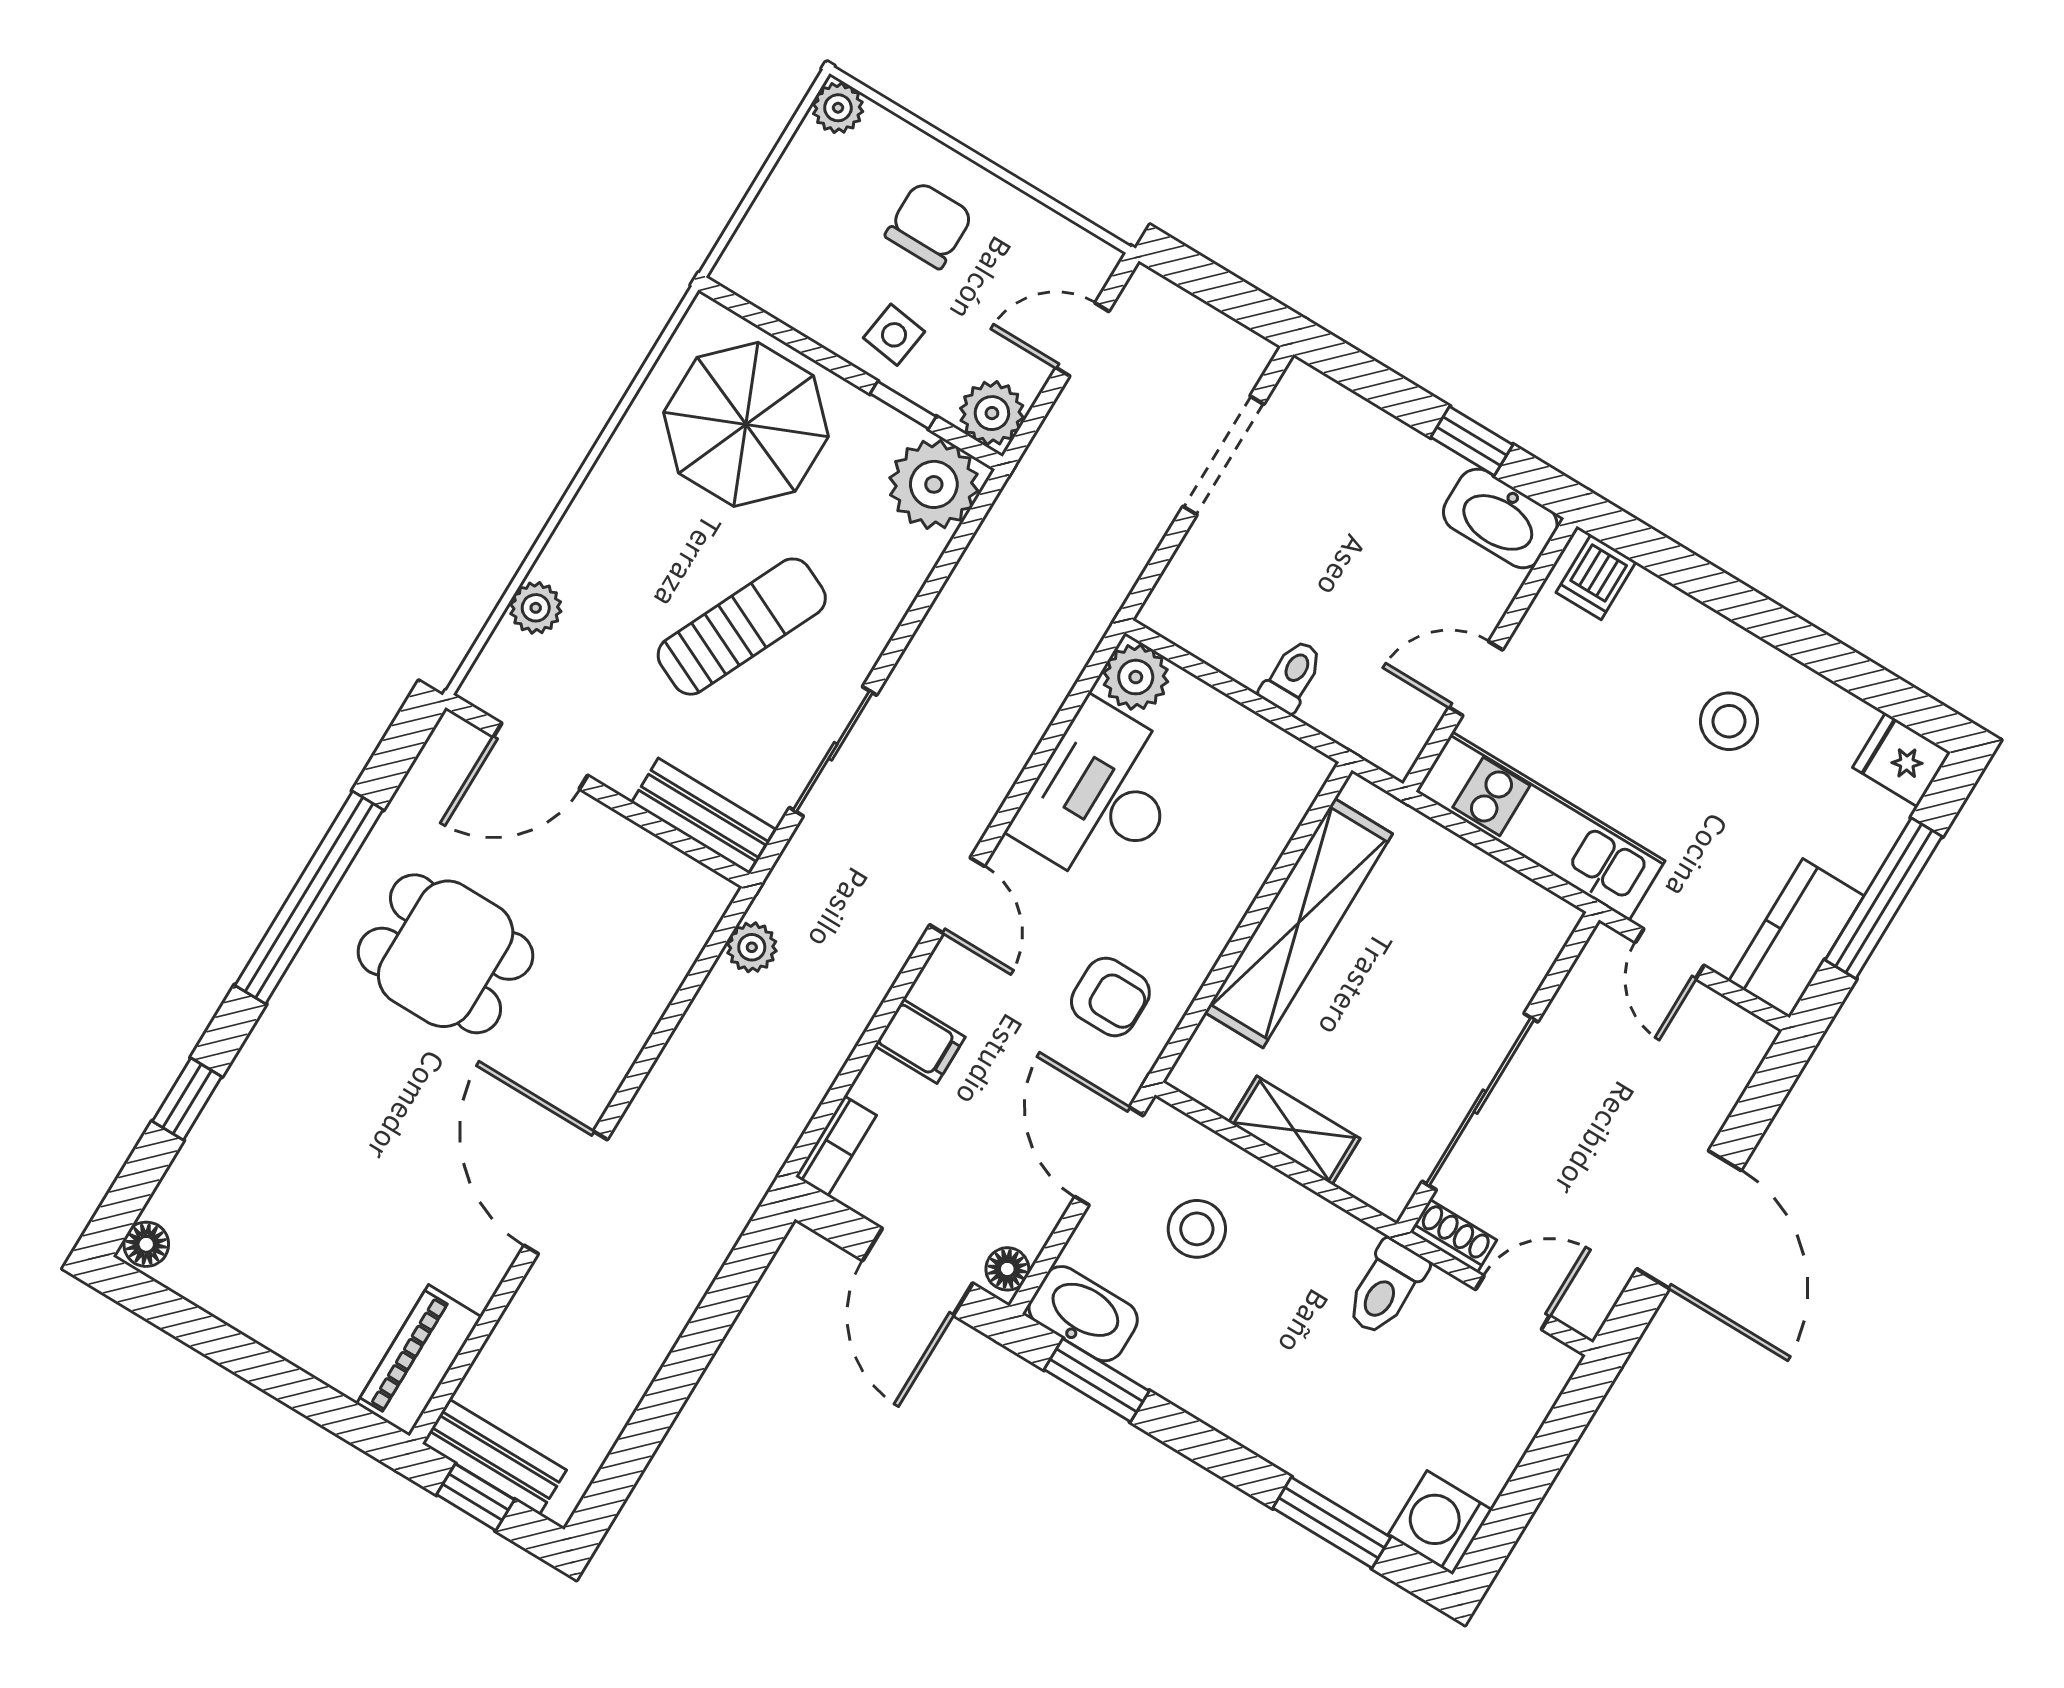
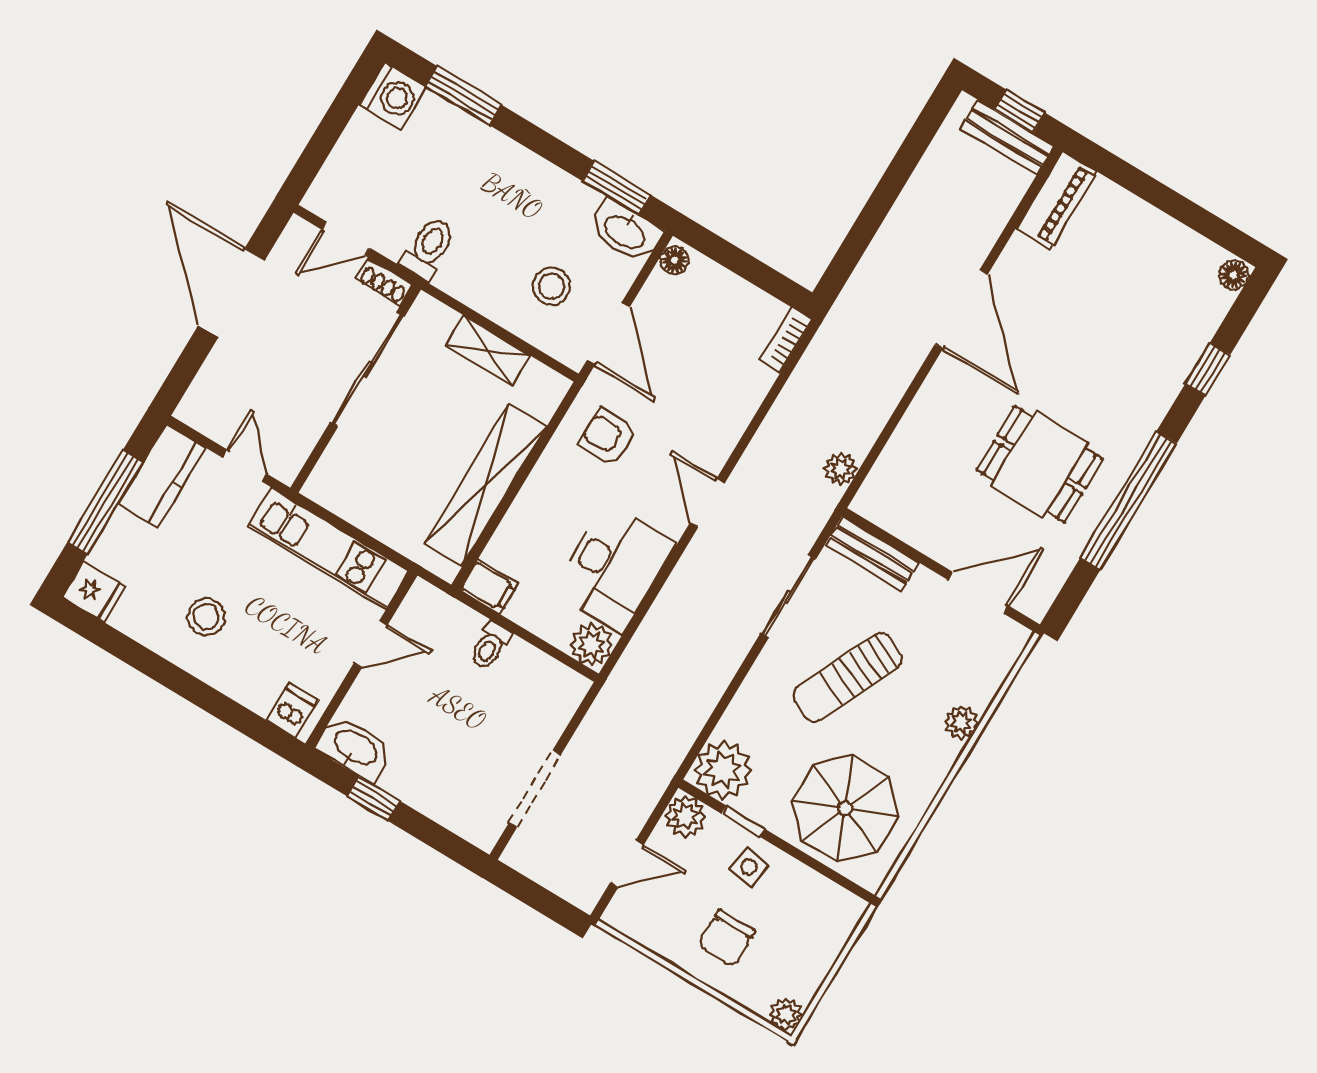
plant: (536, 608) -> (961, 722), moved
filing cabinet: (920, 1041) -> (489, 587), moved, turned 180
door: (918, 1272) -> (733, 258), removed

